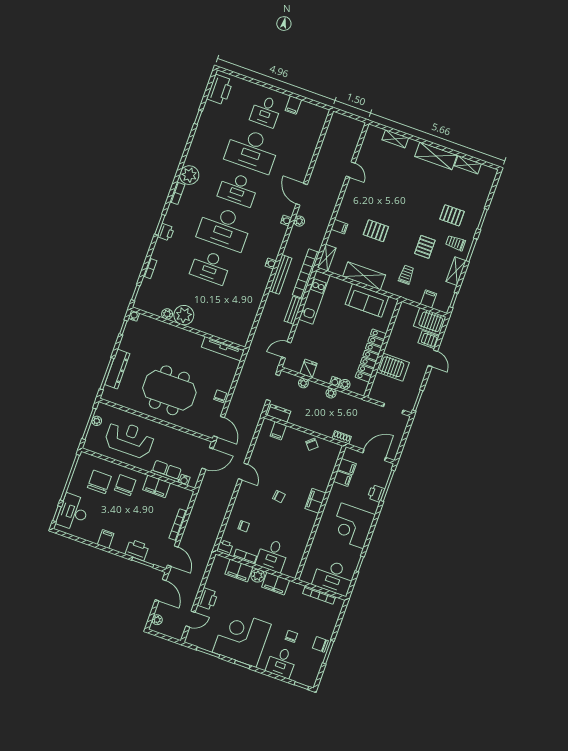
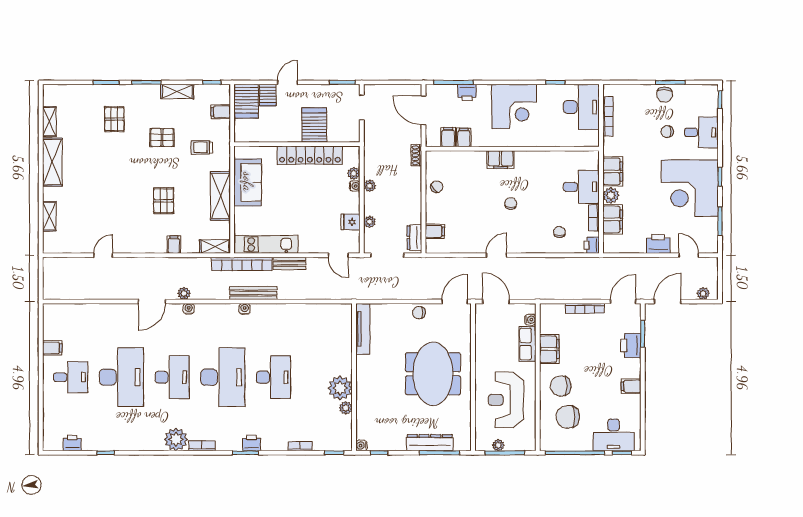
printer: (220, 90) -> (72, 443), width x0.53, depth x0.68
trolley: (456, 243) -> (145, 104), removed

